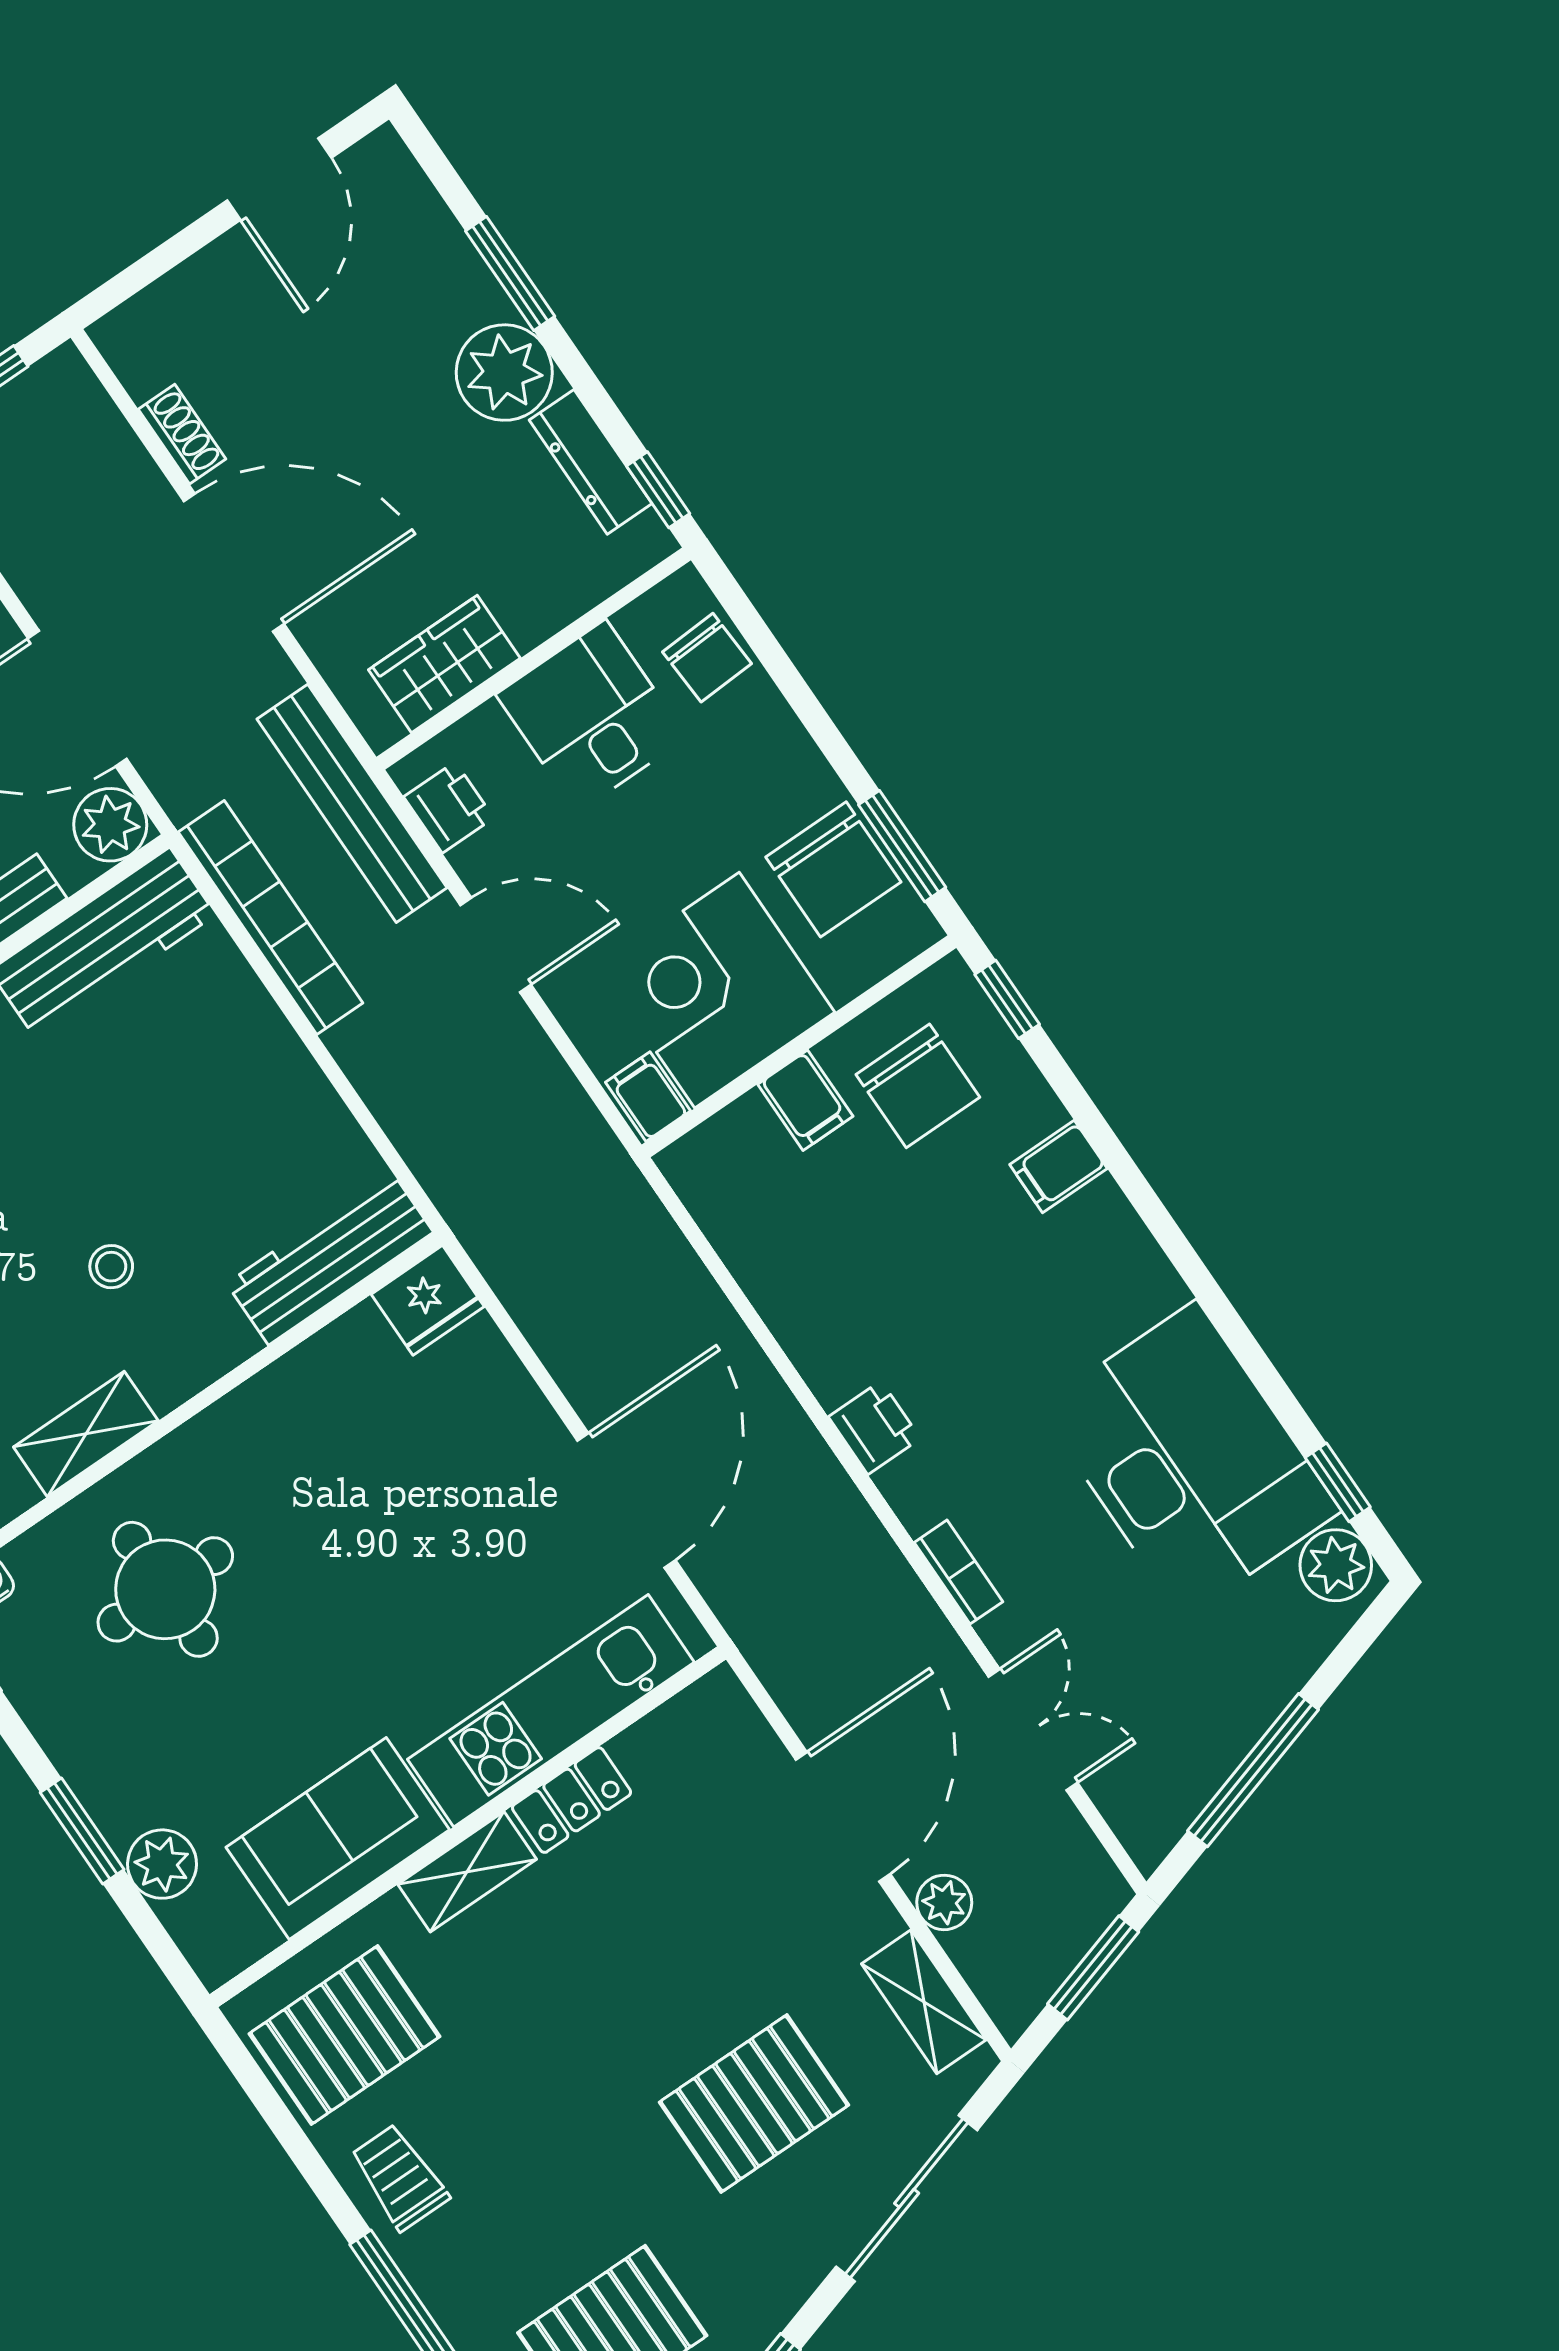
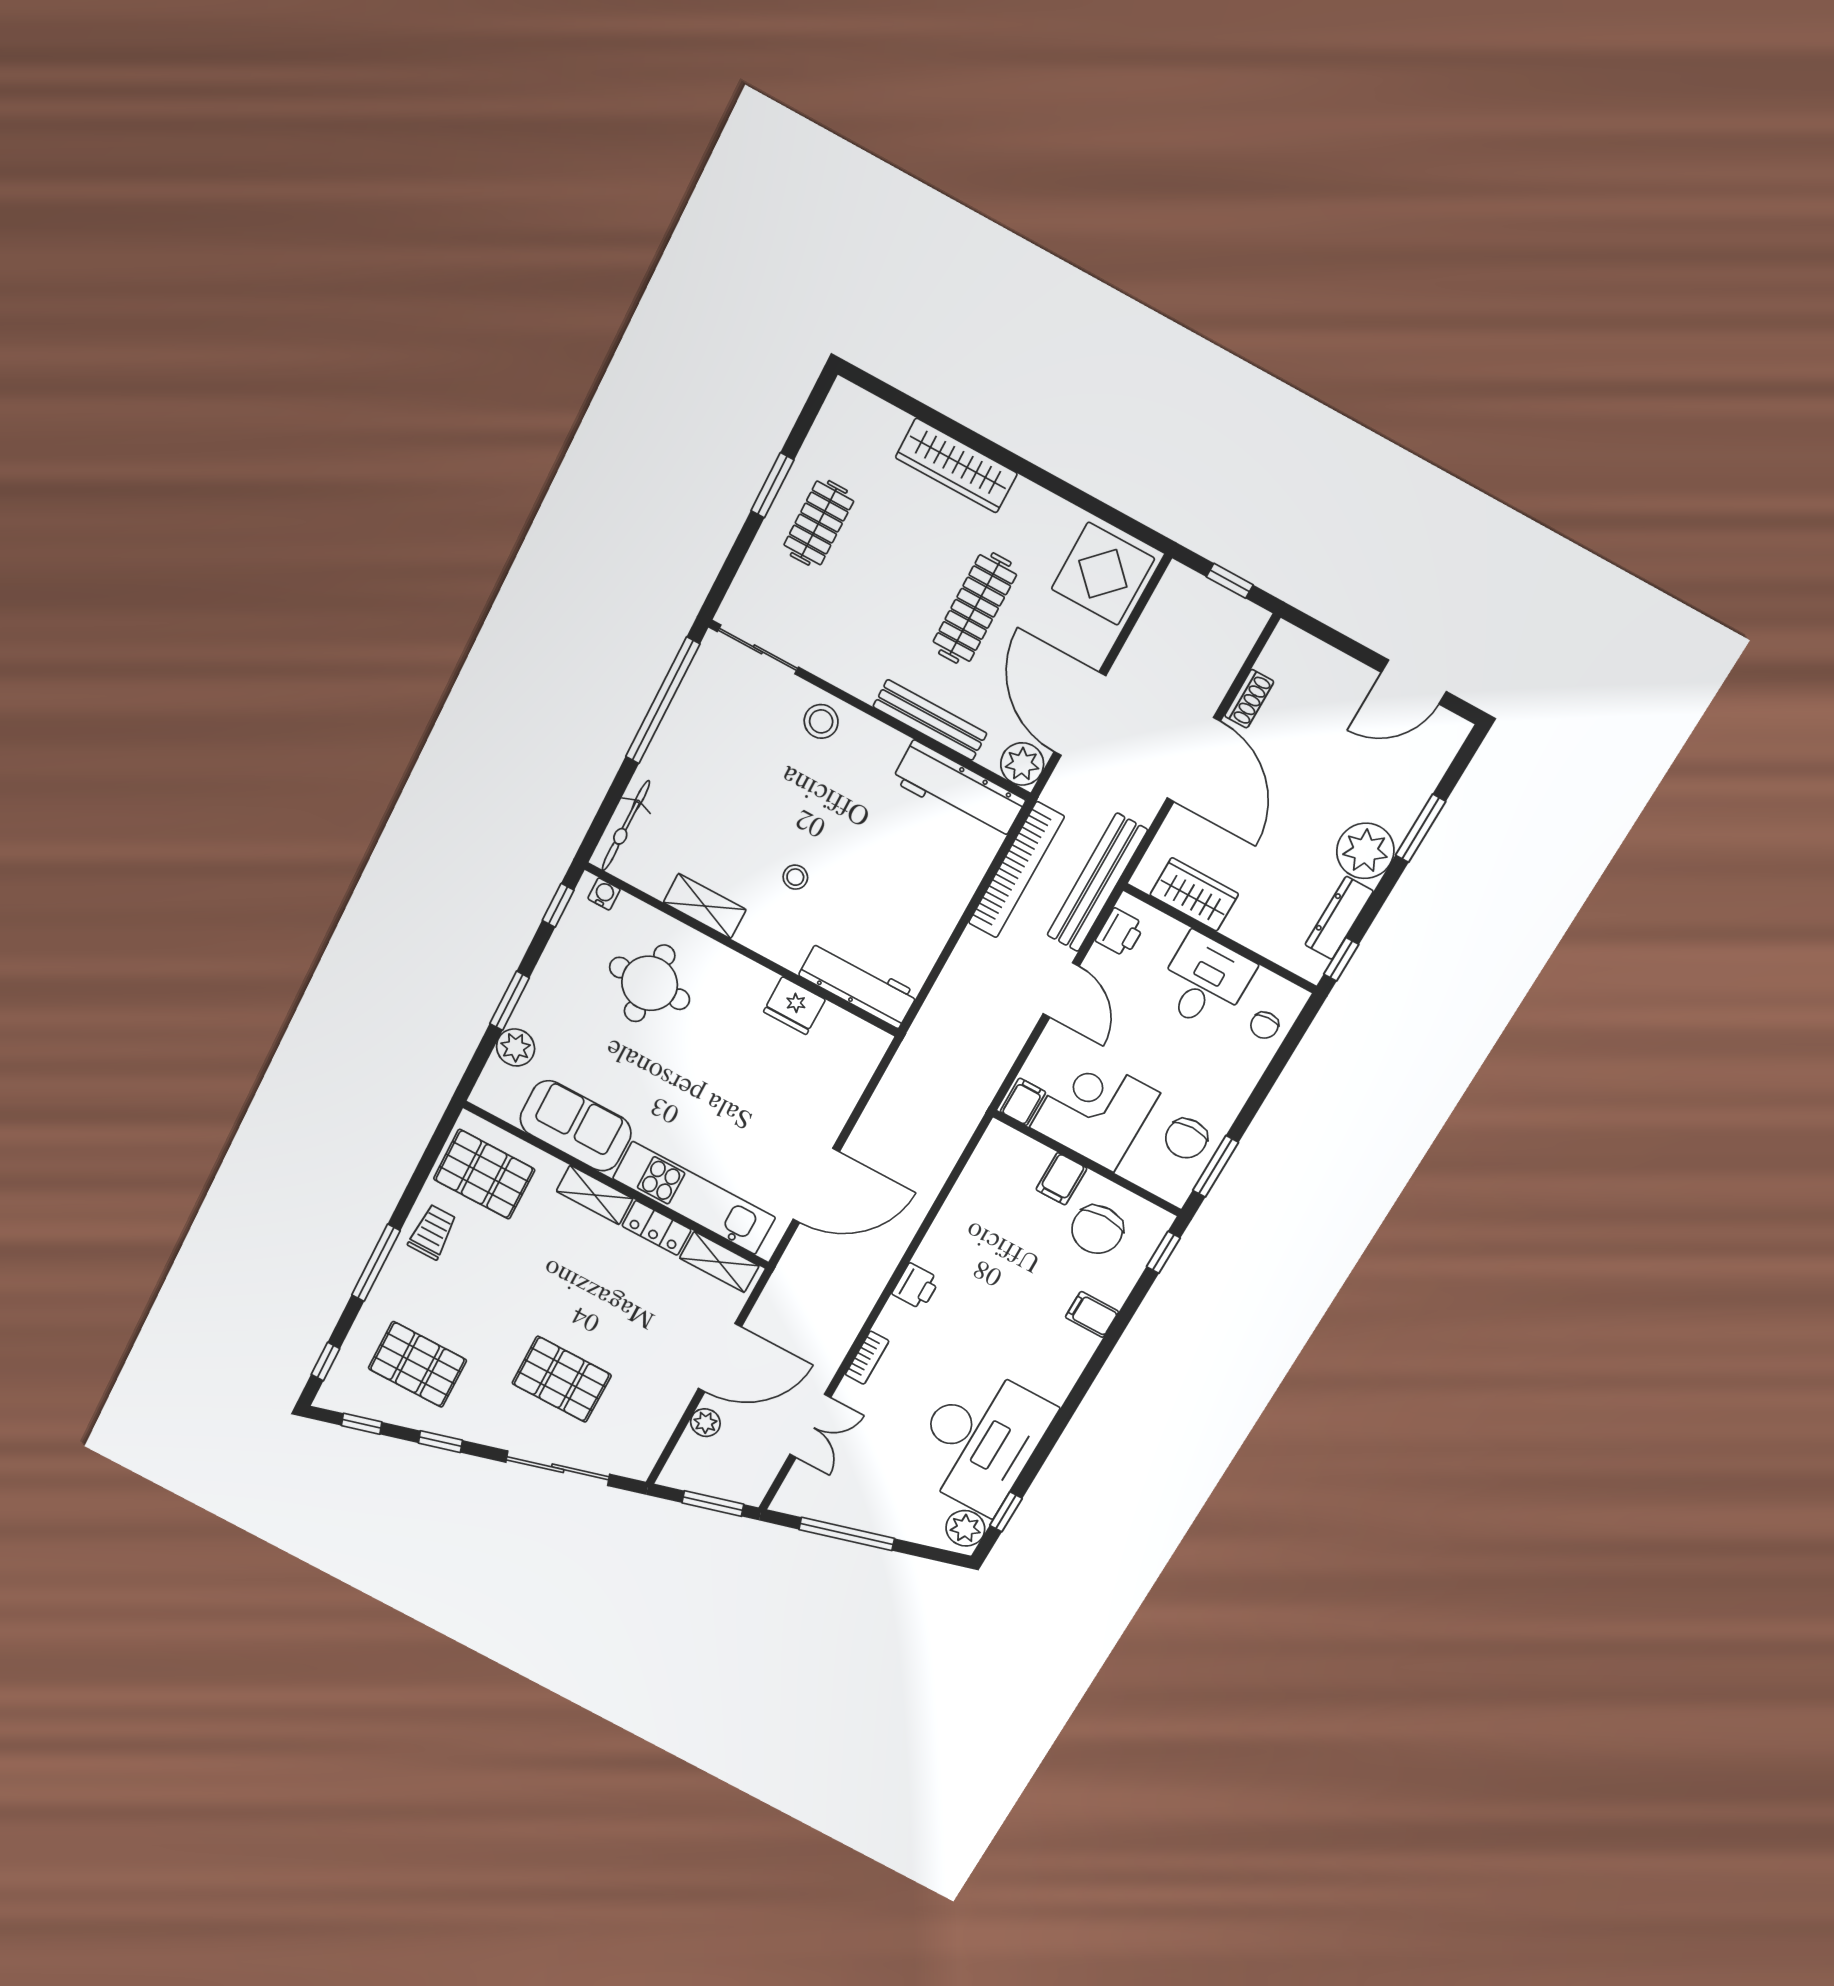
chair: (707, 658) -> (1265, 1025), width x0.73, depth x0.73
chair: (833, 869) -> (1186, 1138), width x0.73, depth x0.73
fridge: (428, 1300) -> (794, 1006), moved
shelving: (924, 2002) -> (719, 1262), moved, turned 90

